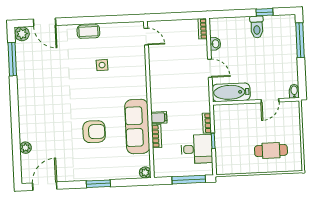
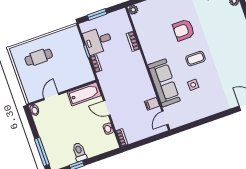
coffee table: (88, 31) -> (195, 59), moved
door: (146, 37) -> (165, 118), hinge flipped
filing cabinet: (159, 118) -> (152, 104), moved
sofa: (137, 126) -> (164, 83), moved
window: (189, 180) -> (97, 14), width x0.69

